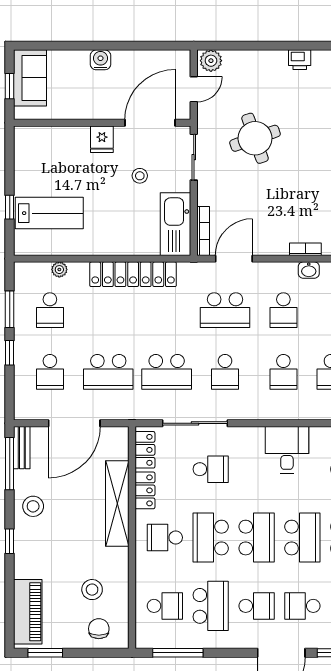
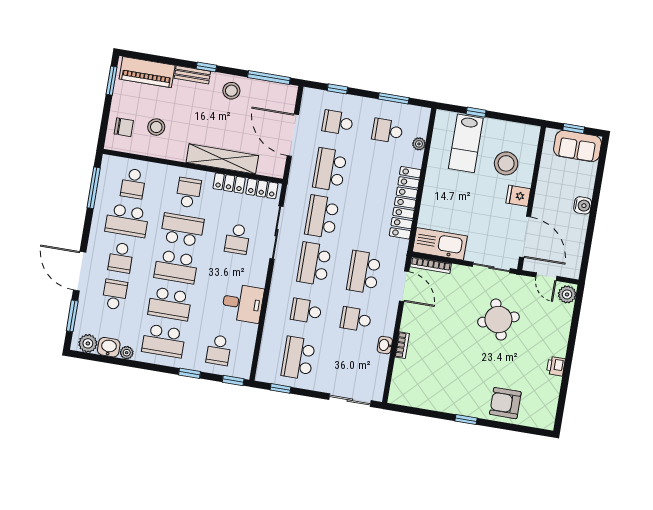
stool: (140, 176) -> (506, 163), moved, width x1.89, depth x1.89
window: (10, 353) -> (337, 89), moved
school desk: (225, 372) -> (314, 264), width x1.85
bench: (22, 448) -> (192, 75), moved

